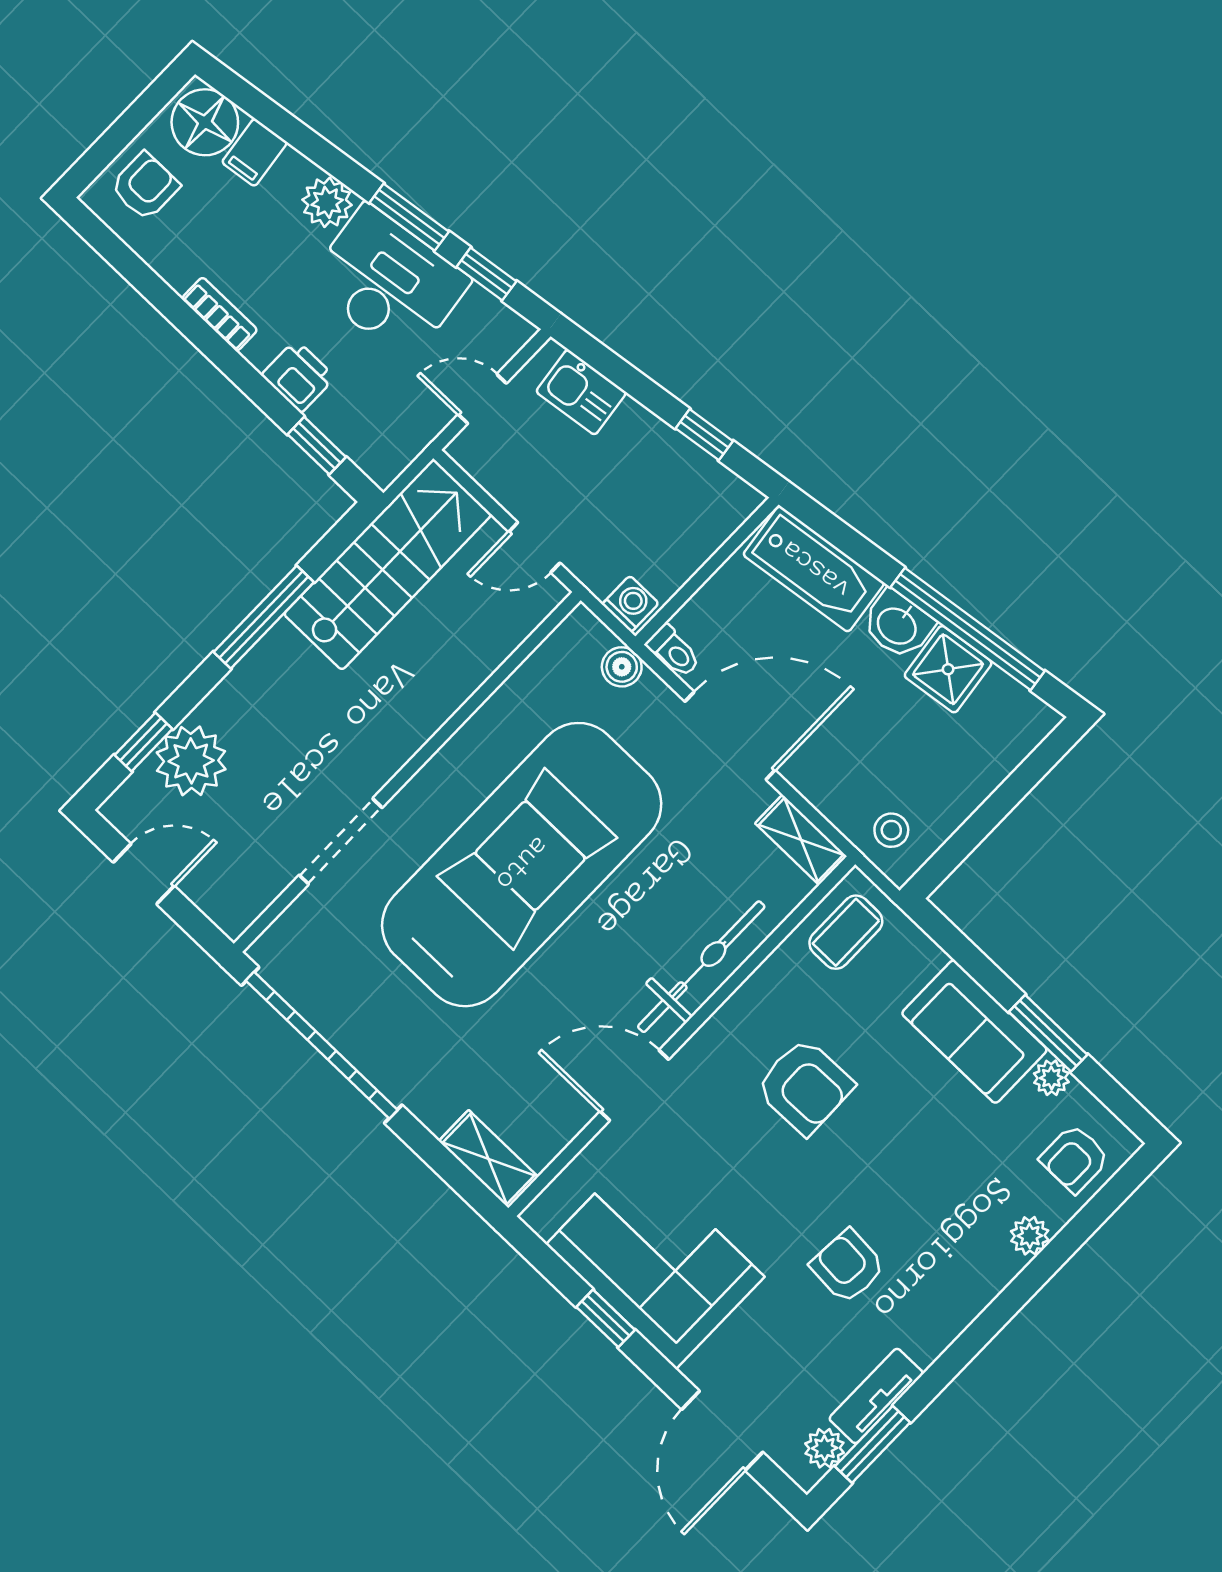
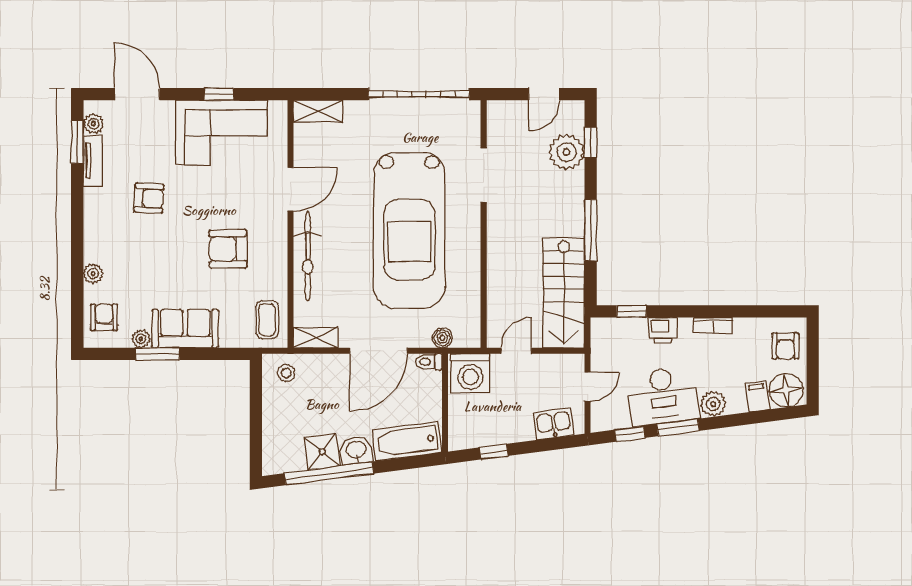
washing machine: (630, 604) -> (470, 373), width x1.89, depth x1.89

